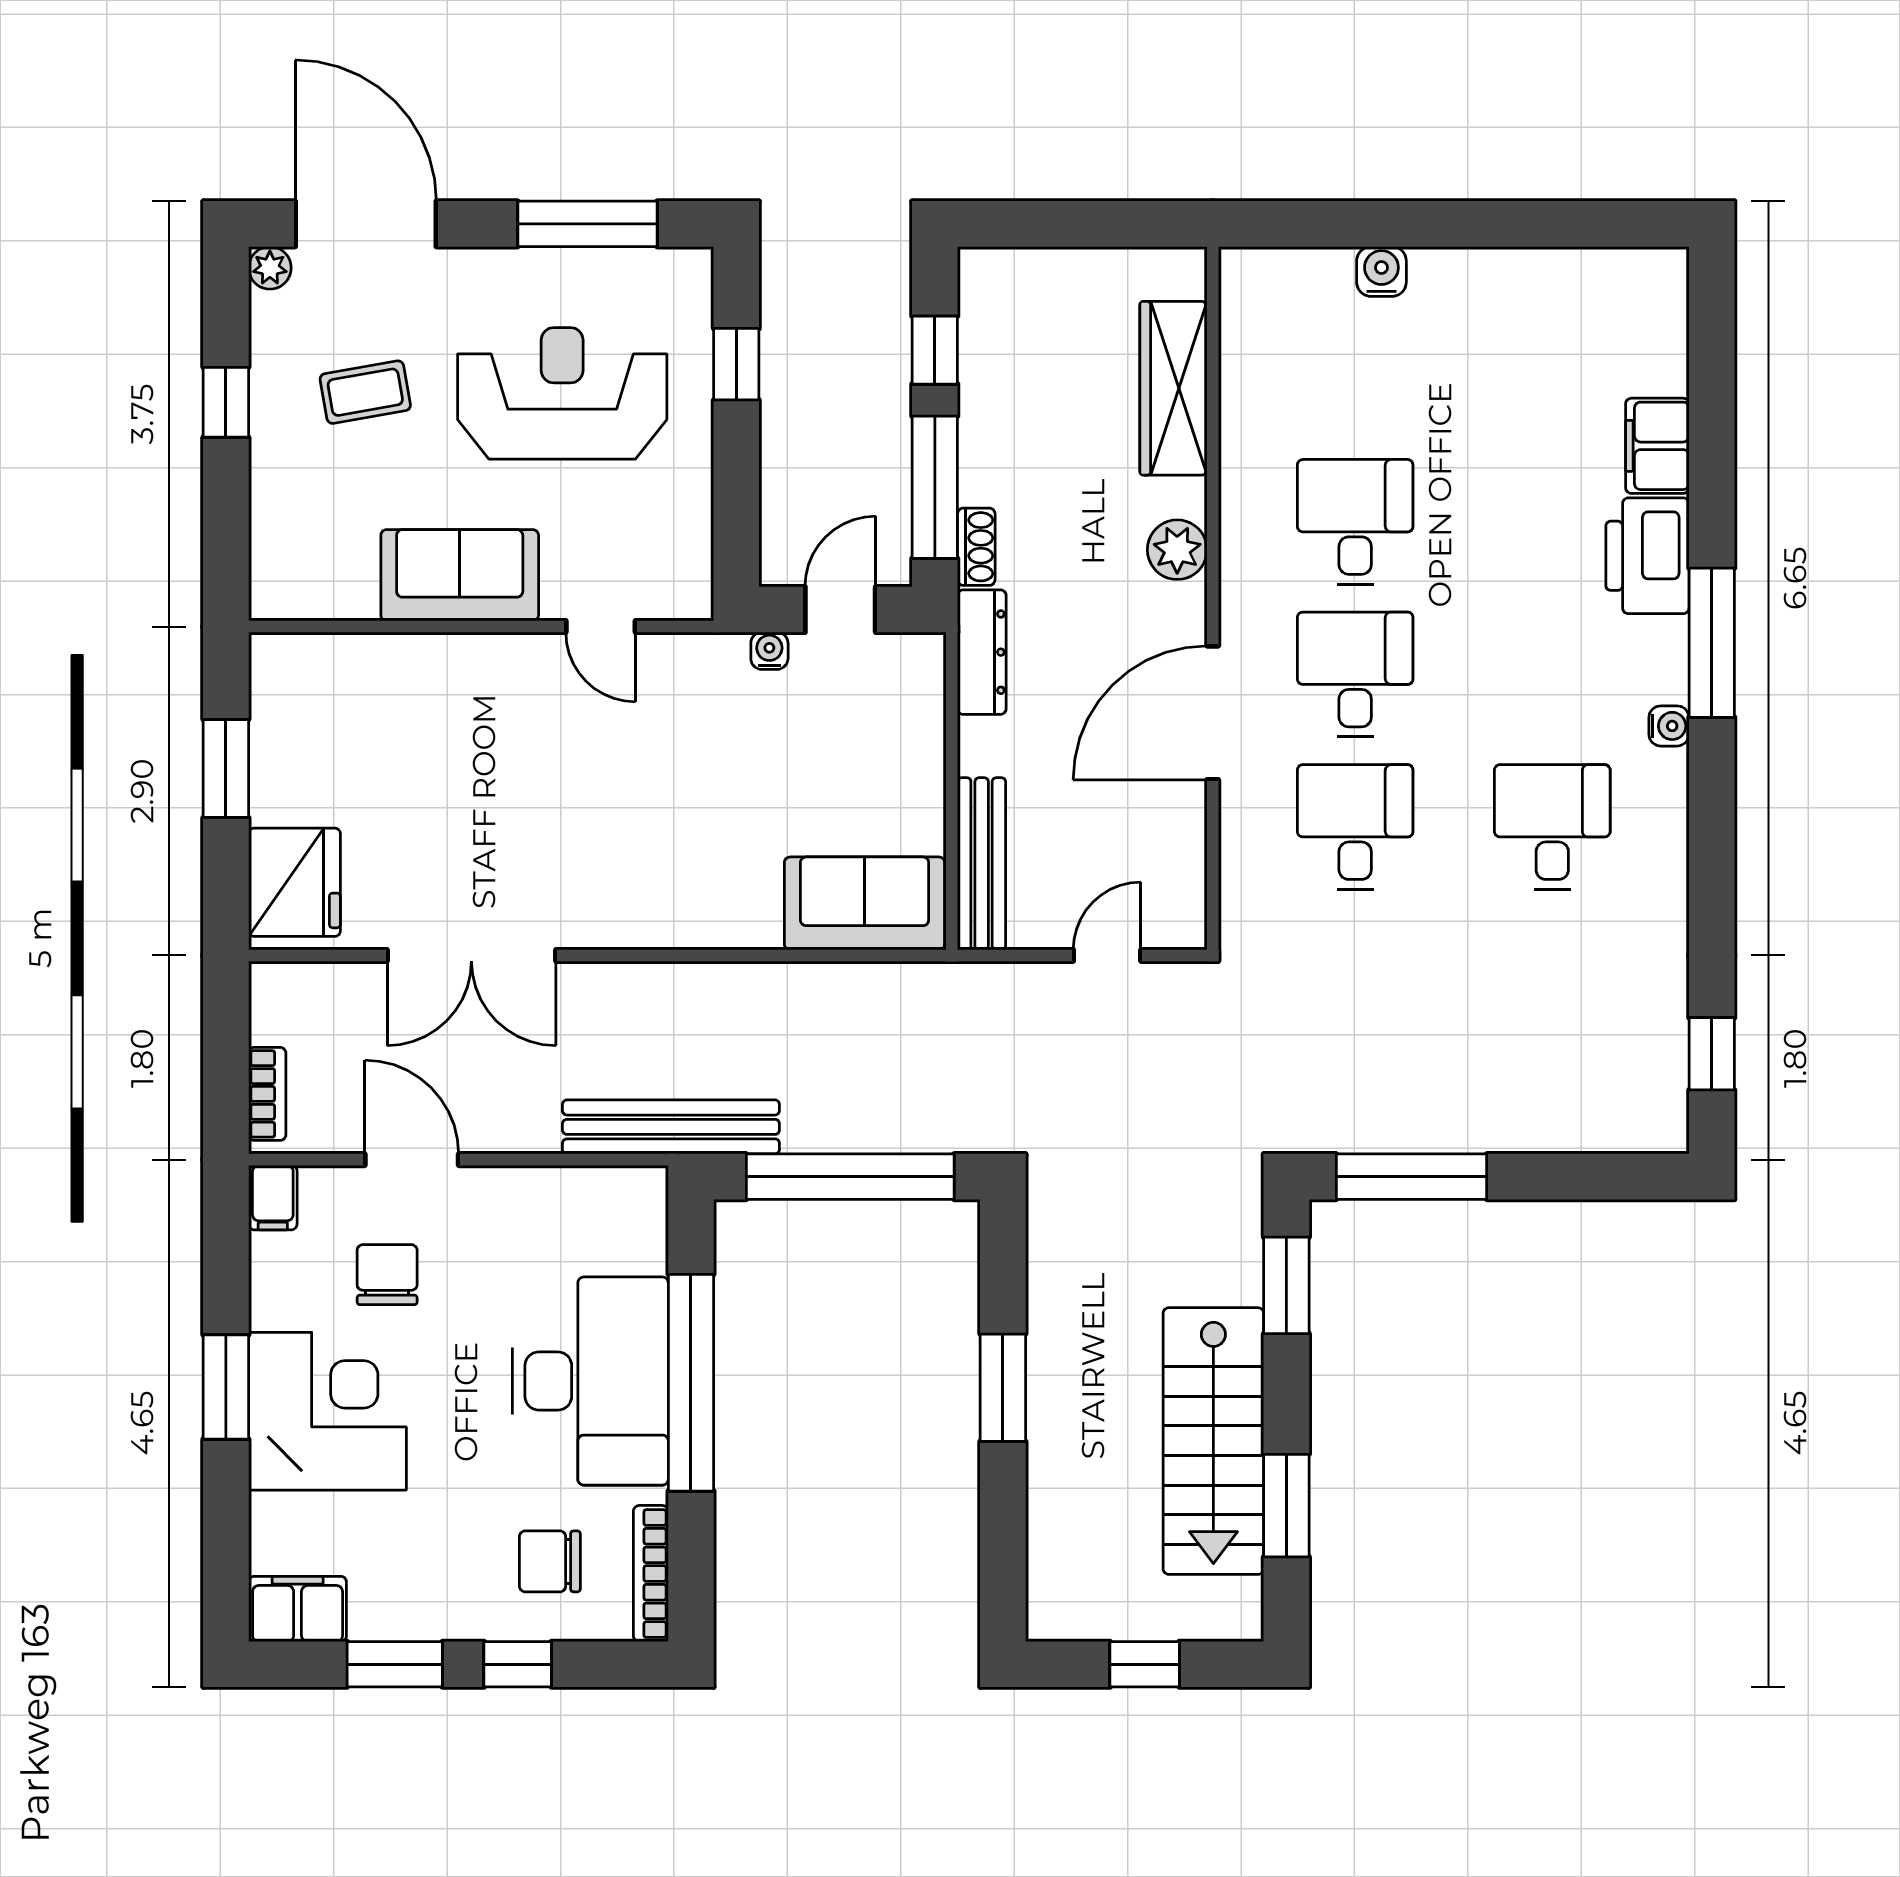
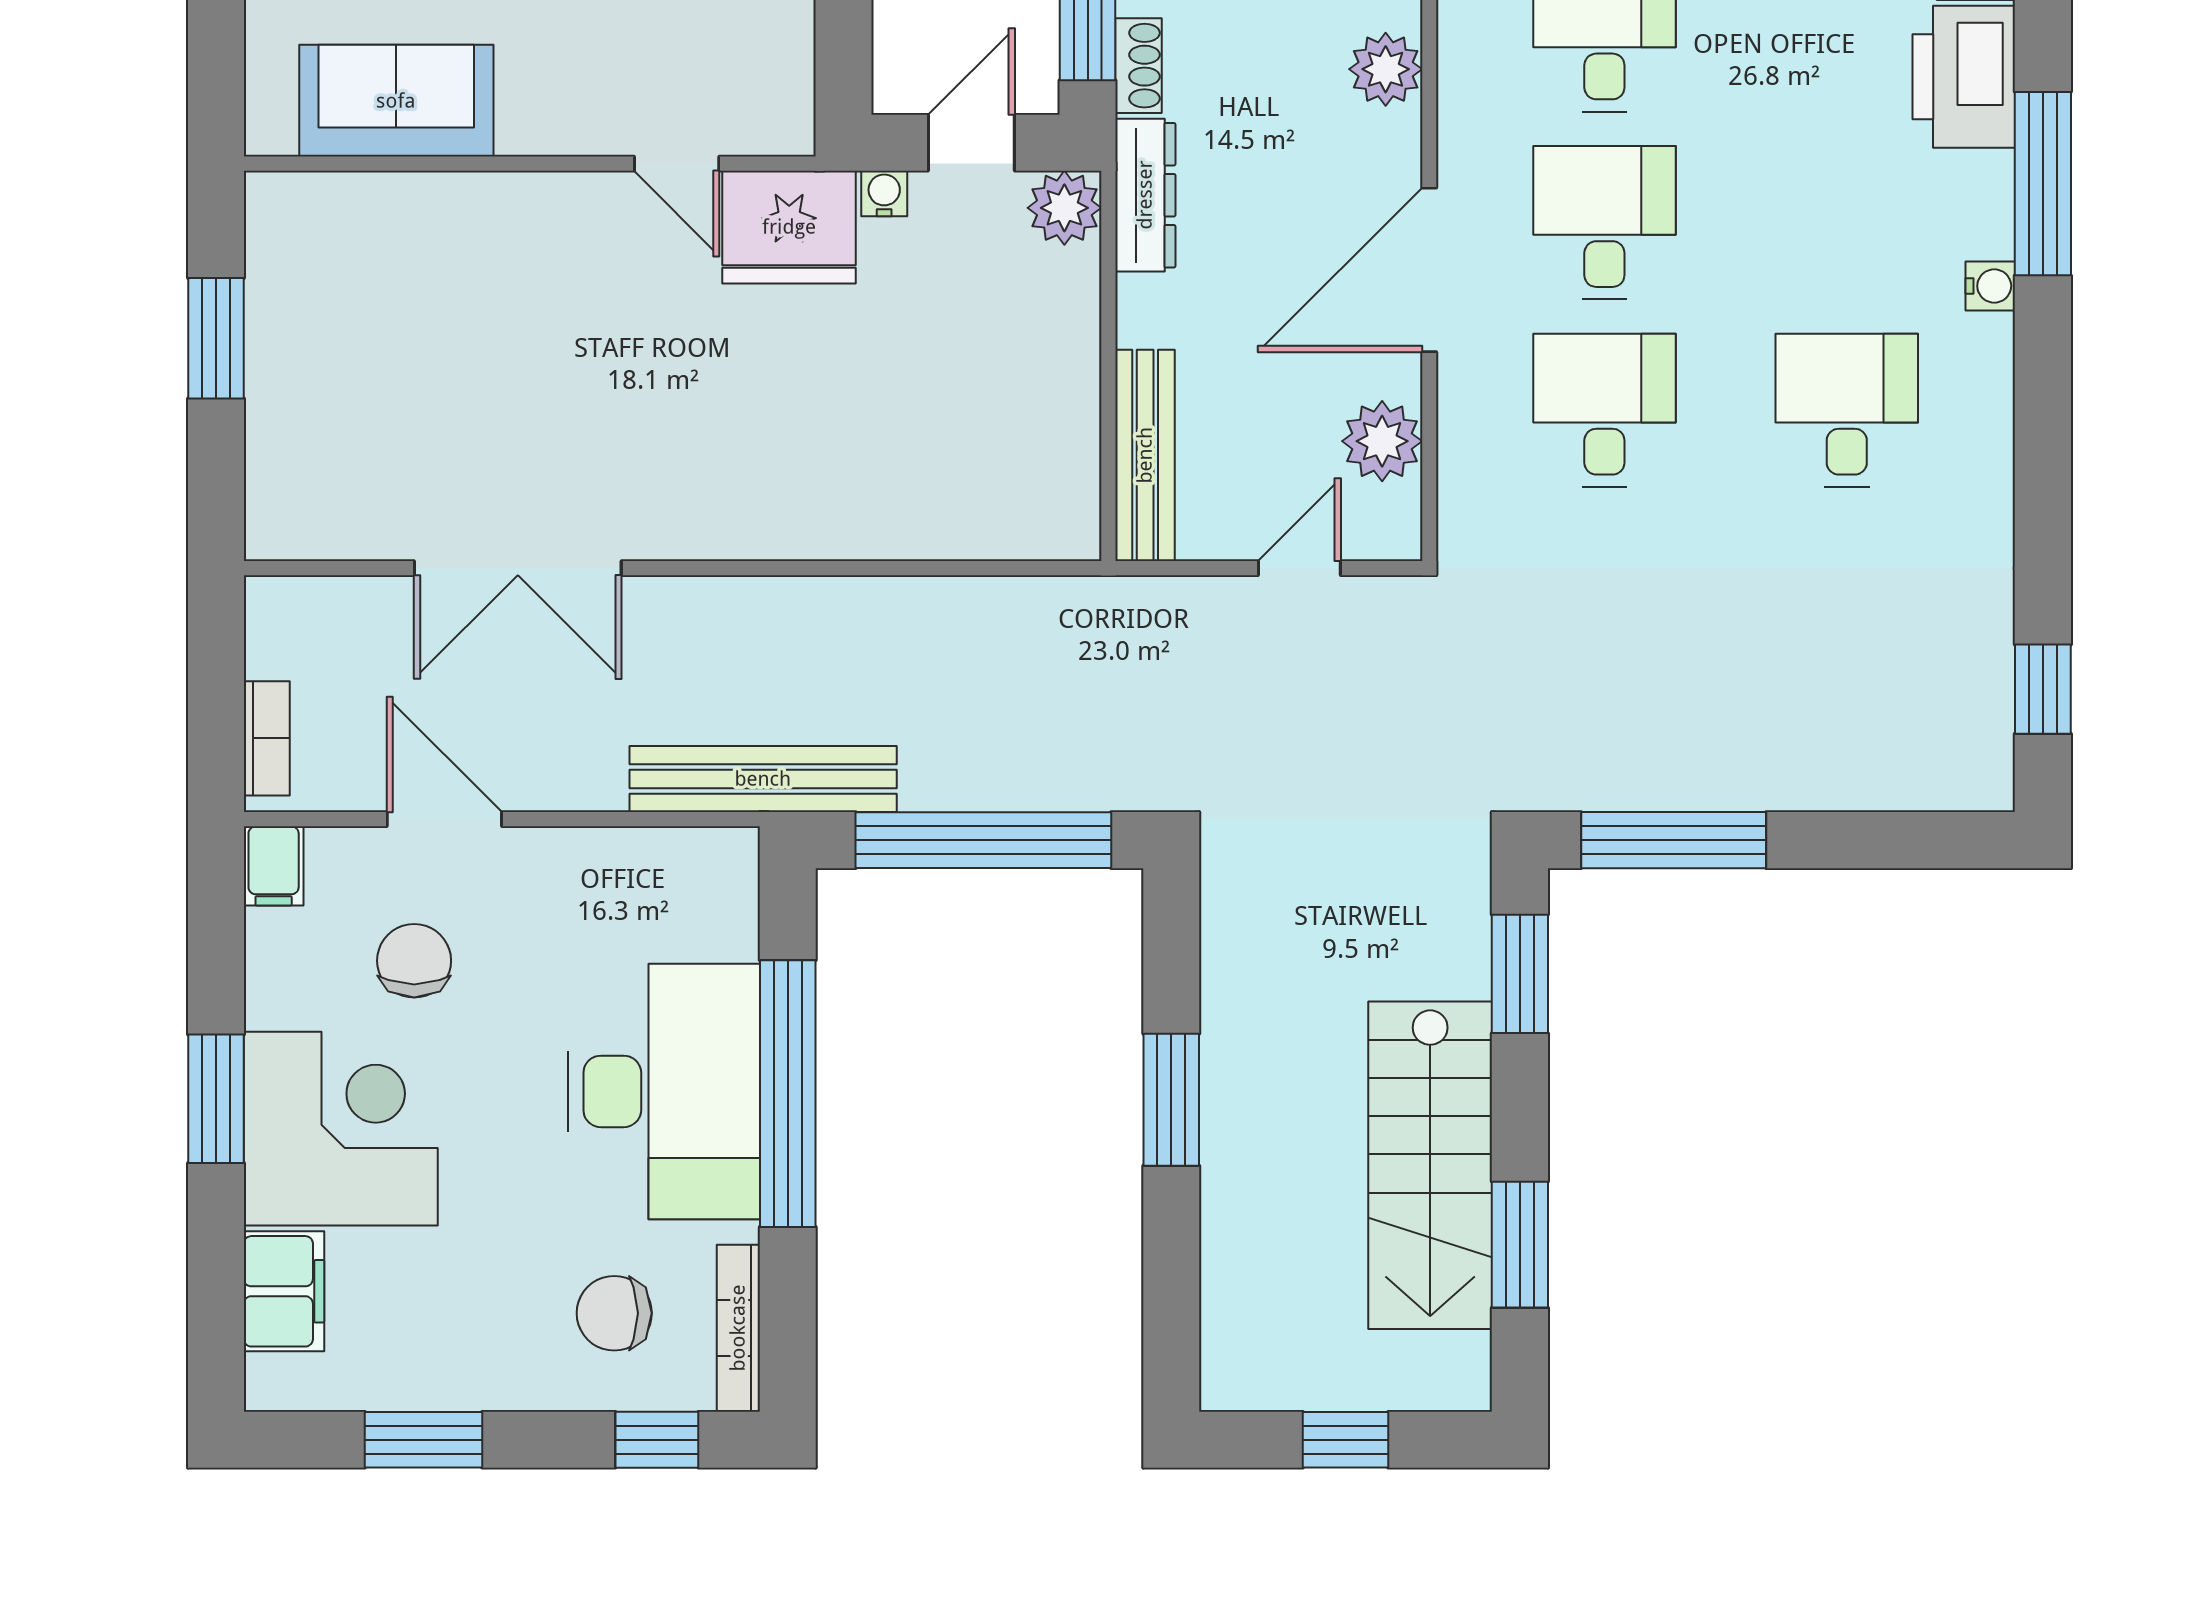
sofa: (460, 575) -> (396, 101), moved
plant: (916, 662) -> (1064, 208), added
plant: (1174, 852) -> (1382, 441), added
fridge: (294, 882) -> (789, 227), moved, turned 90
sofa: (865, 903) -> (1001, 504), removed
filing cabinet: (298, 1609) -> (284, 1291), moved, turned 90
window: (518, 1664) -> (657, 1440), moved

